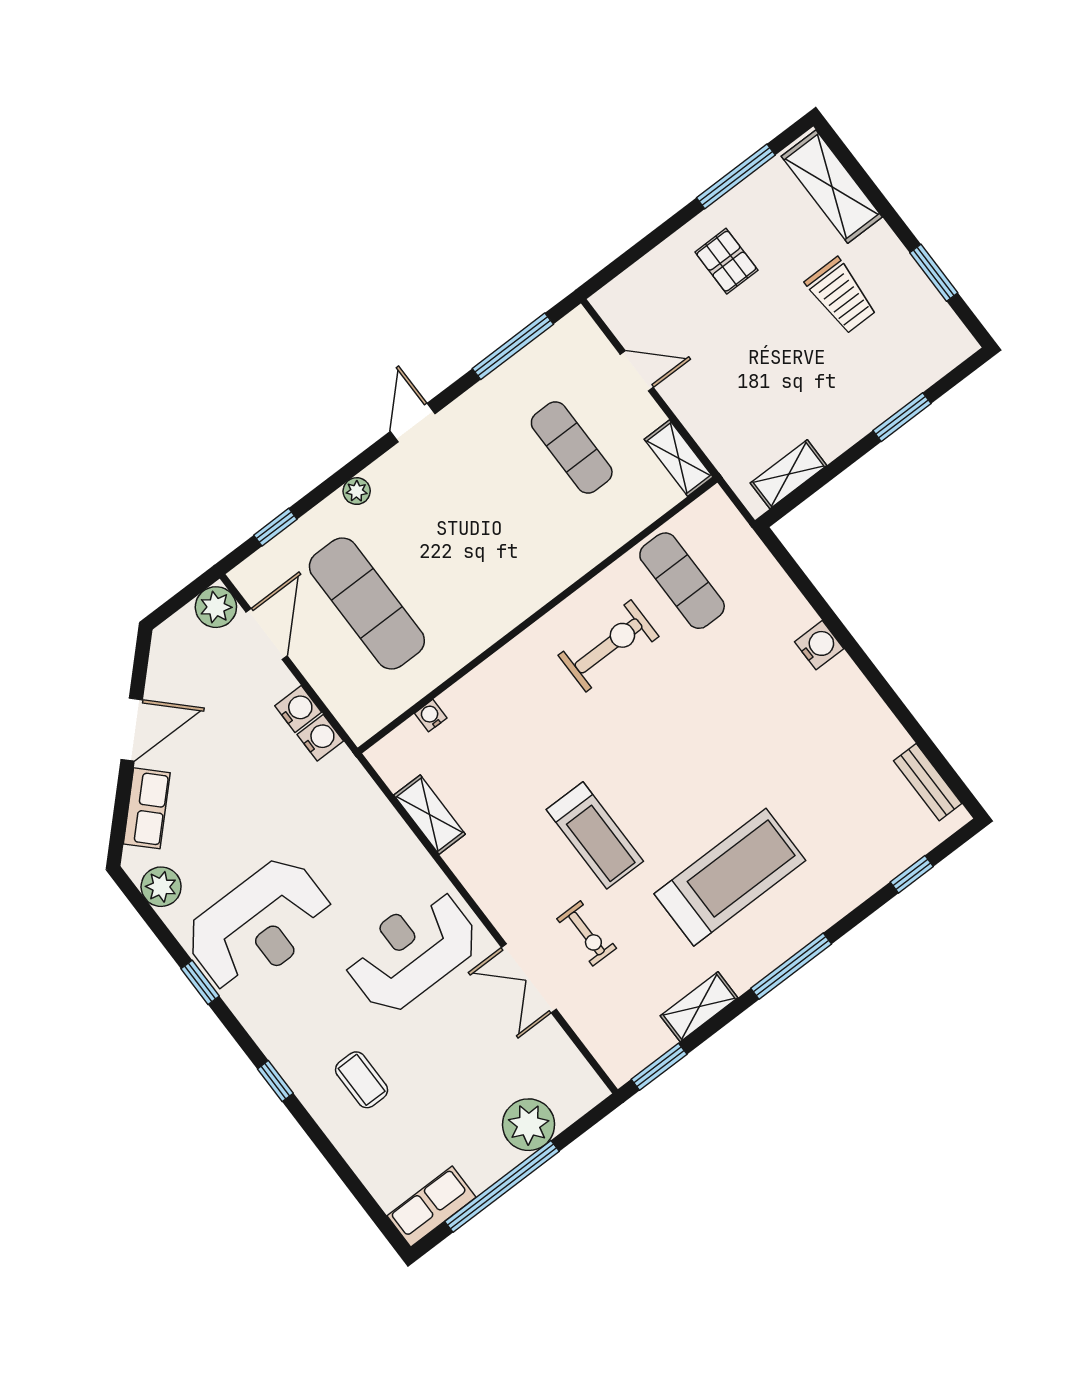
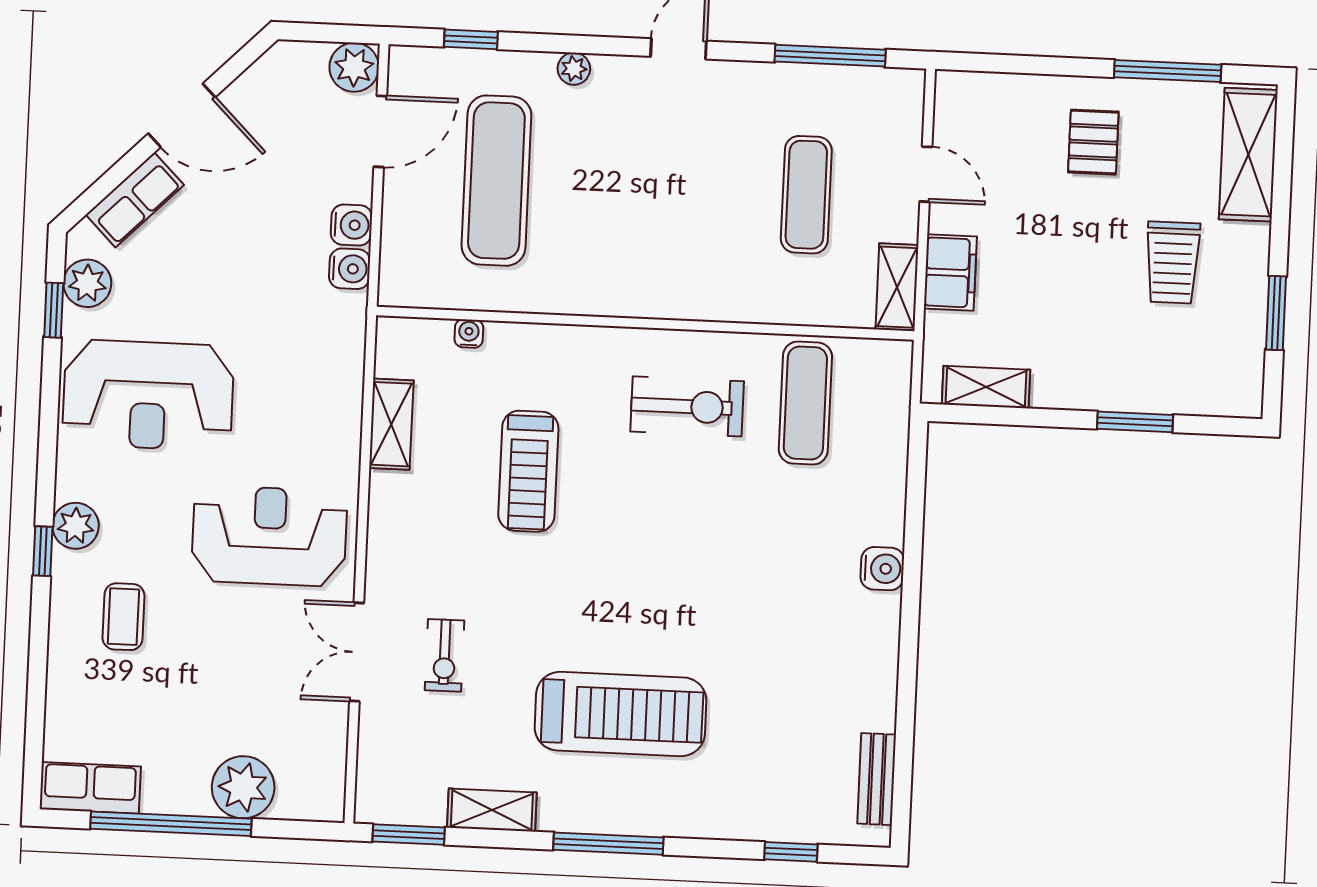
filing cabinet: (705, 420) -> (950, 272), added
treadmill: (595, 835) -> (528, 471), moved
window: (200, 982) -> (54, 310), moved
plant: (283, 1047) -> (76, 526), added

